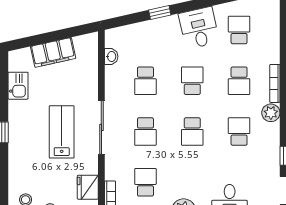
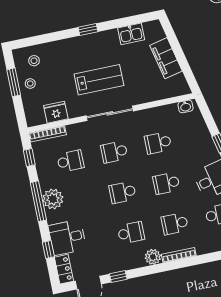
washbasin: (111, 56) -> (185, 106), moved
school desk: (192, 81) -> (166, 183), turned 180

